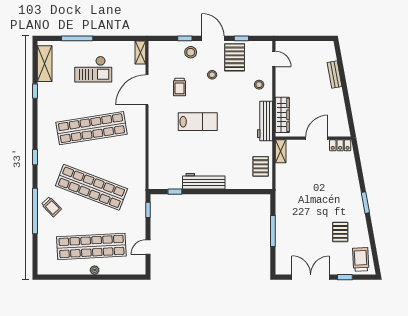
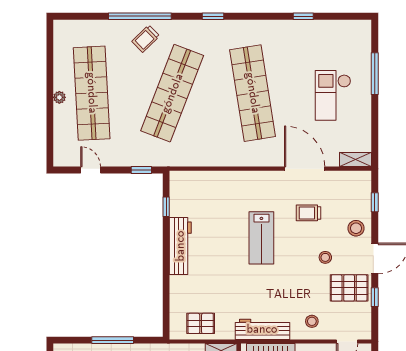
window: (185, 38) -> (375, 202), moved
shelving: (45, 64) -> (341, 29), removed

